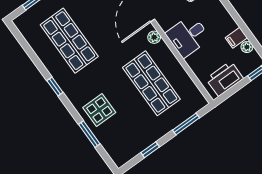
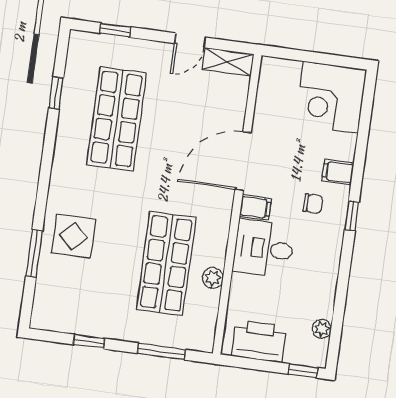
plant: (154, 37) -> (213, 278), moved
filing cabinet: (236, 38) -> (255, 207), moved, turned 180
window: (55, 87) -> (56, 93), moved

